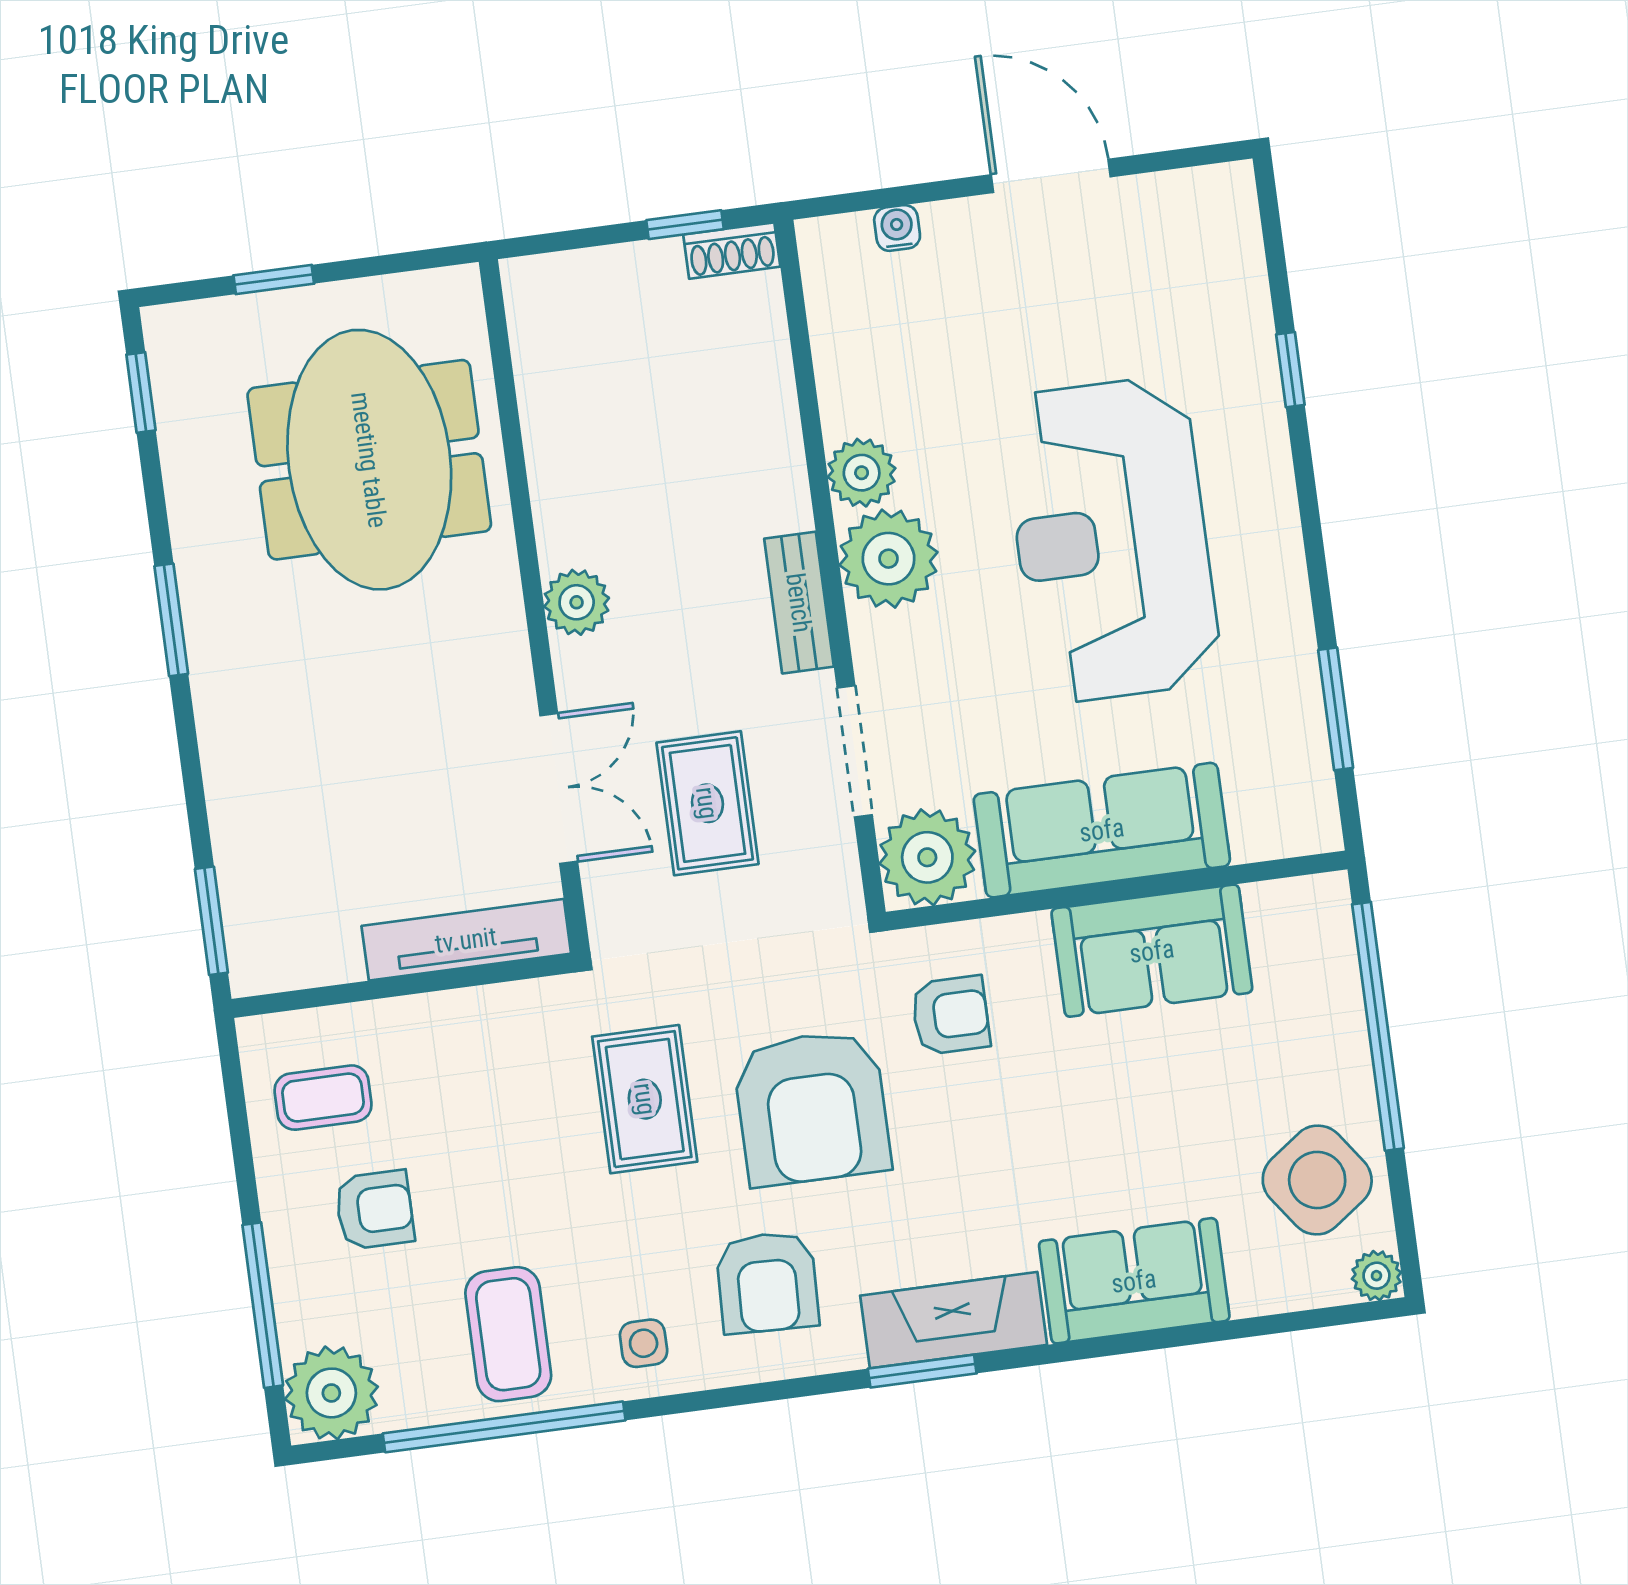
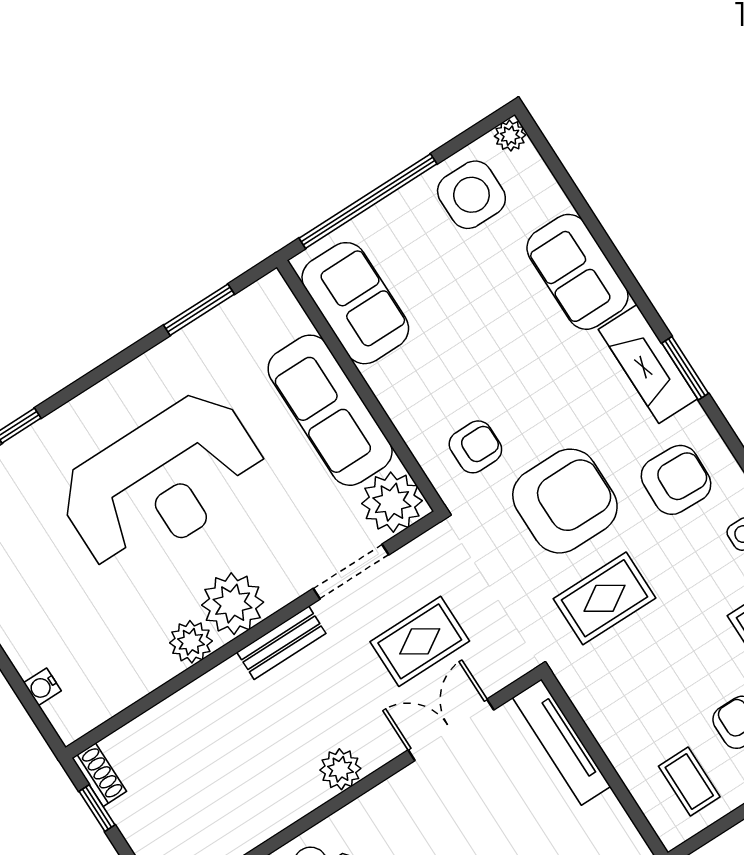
sofa: (1152, 951) -> (355, 303), moved
armchair: (951, 1015) -> (475, 447), turned 90
side table: (1317, 1180) -> (471, 195), turned 36

